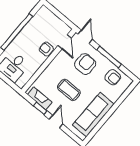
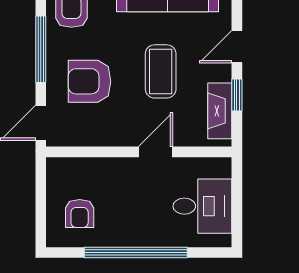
door: (65, 42) -> (156, 152), moved
armchair: (46, 49) -> (80, 213), moved

